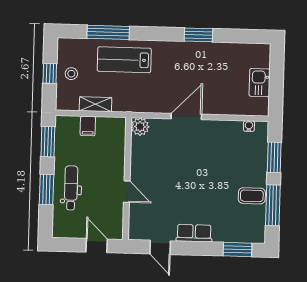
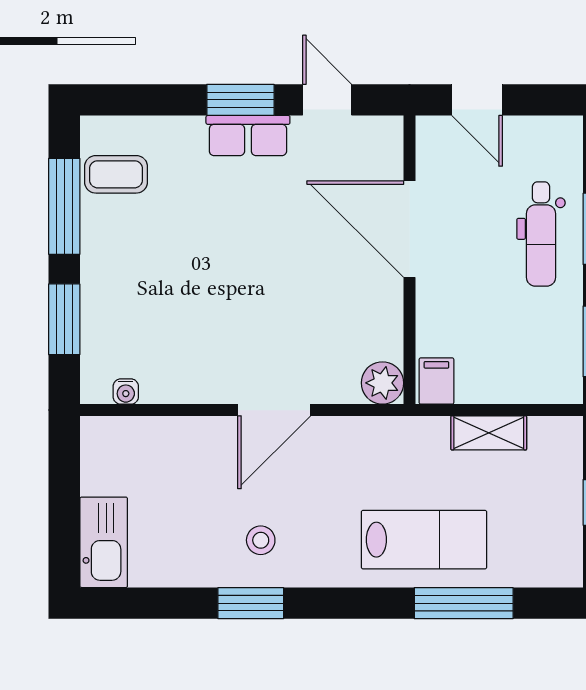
stool: (71, 74) -> (261, 540), moved
kitchen sink: (260, 83) -> (104, 542), moved, width x1.38
filing cabinet: (88, 126) -> (436, 381), moved
door: (127, 192) -> (409, 229), width x1.87
coffee table: (252, 196) -> (116, 174), moved
window: (237, 250) -> (240, 100), moved

